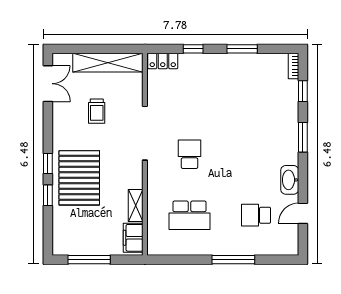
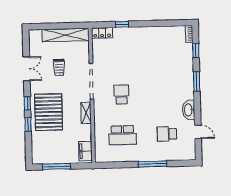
window: (242, 49) -> (155, 23), removed
double door: (48, 84) -> (27, 69), moved
shelving: (136, 206) -> (86, 113), moved
door: (303, 213) -> (198, 132), swing flipped

